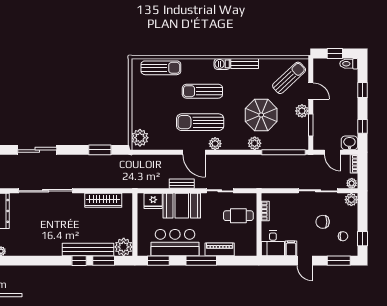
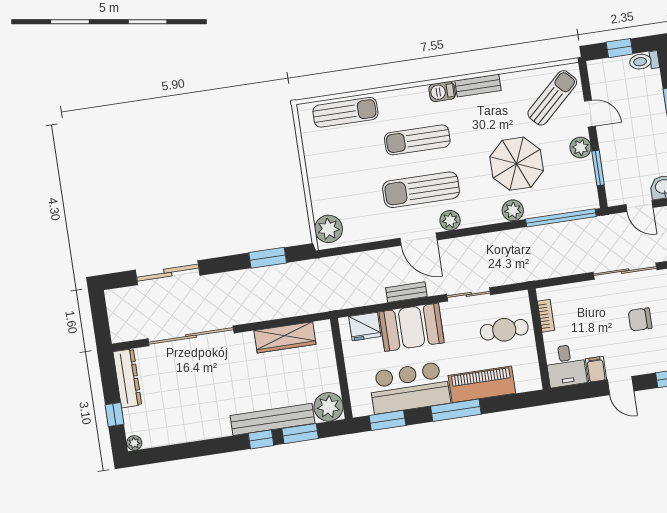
piano: (220, 249) -> (482, 384), width x1.37, depth x1.33

